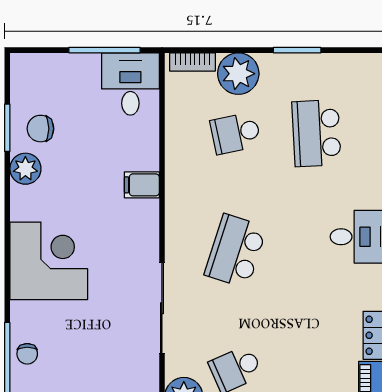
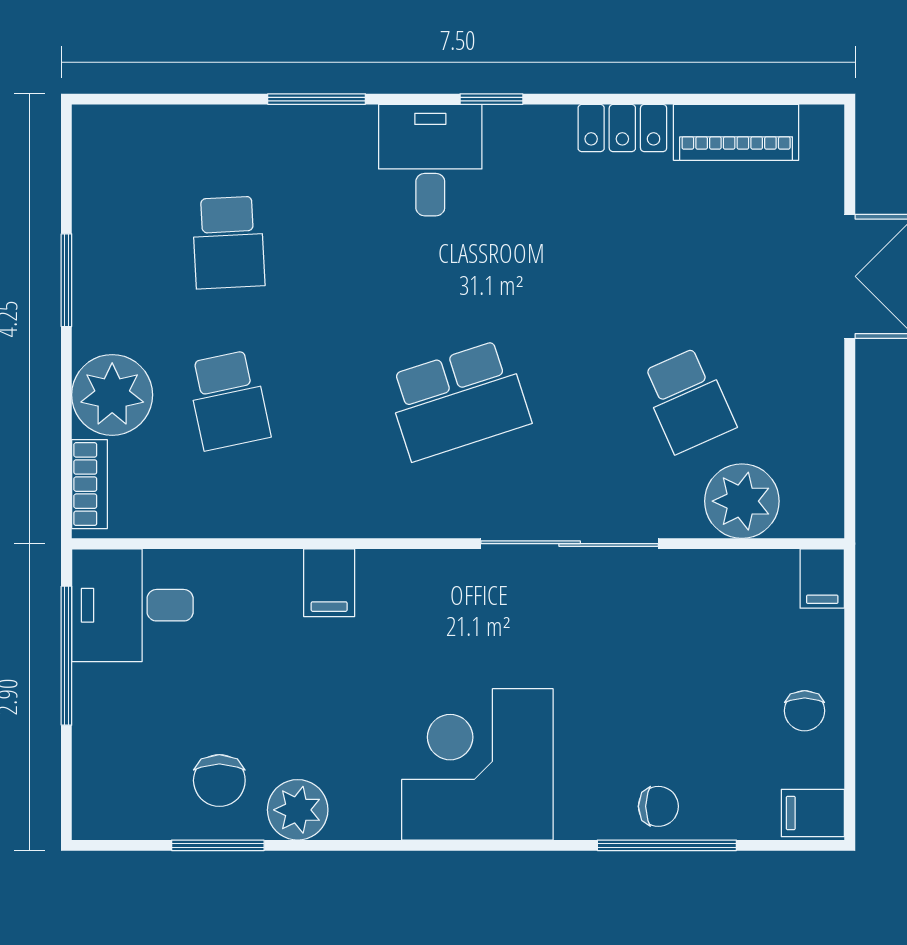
school desk: (316, 133) -> (228, 243), width x0.54
school desk: (236, 251) -> (458, 400), turned -36

